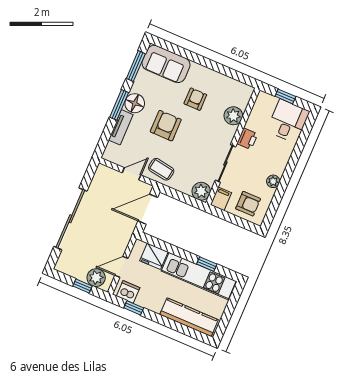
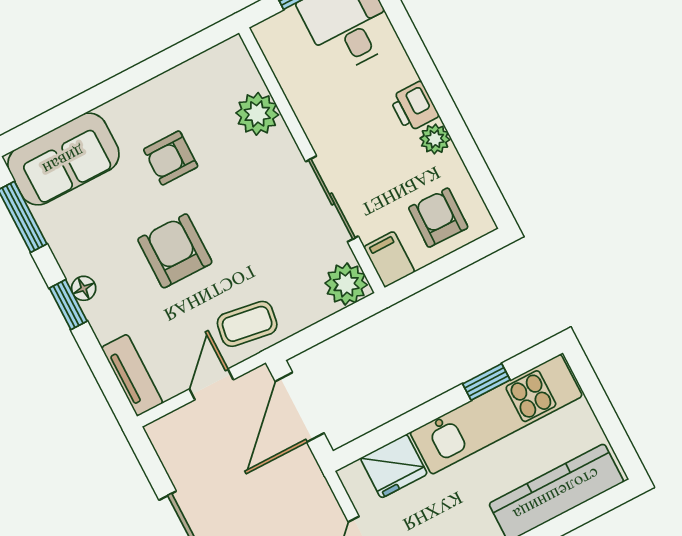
armchair: (195, 99) -> (171, 158), turned -90
floor lamp: (135, 103) -> (84, 288), width x0.53, depth x0.53
window: (119, 105) -> (68, 305), width x0.67
tv unit: (121, 127) -> (132, 375), moved
printer: (247, 139) -> (414, 107), moved, turned 180
armchair: (248, 204) -> (438, 218), turned -89

